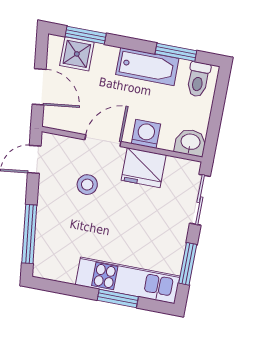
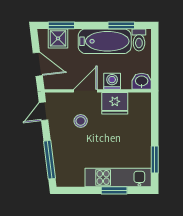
bathtub: (147, 67) -> (105, 41), width x1.36, depth x1.36
sliding door: (200, 200) -> (155, 117), removed

